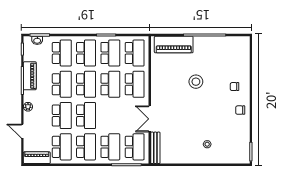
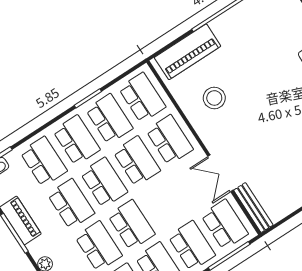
stool: (196, 82) -> (214, 98), moved

